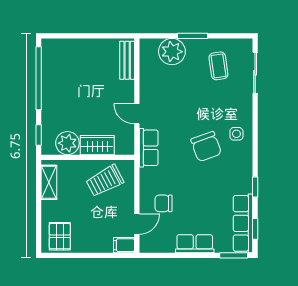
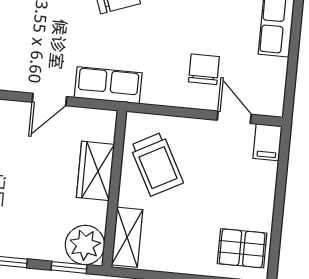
plant: (67, 143) -> (85, 245), moved
shelving: (49, 182) -> (127, 237), moved, turned 90
chair: (164, 203) -> (204, 69), turned 180

